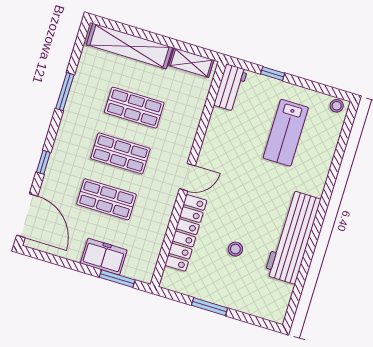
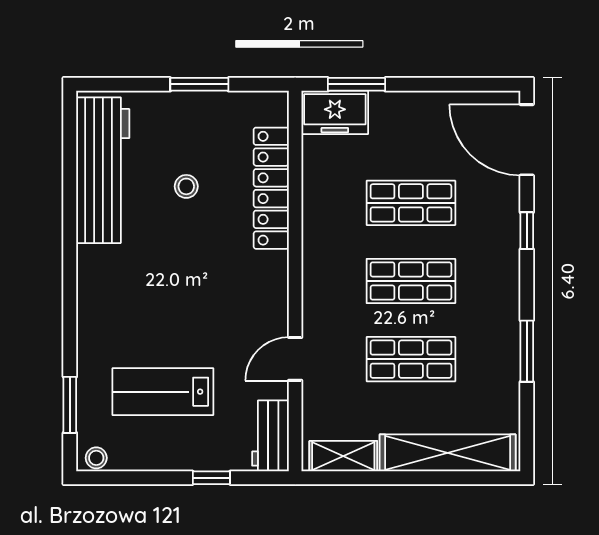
lab bench: (286, 133) -> (163, 392), turned -90
window: (343, 142) -> (70, 405), added
door: (187, 177) -> (295, 359), moved
workbench: (293, 237) -> (103, 170), moved
freezer: (104, 257) -> (335, 112), moved

